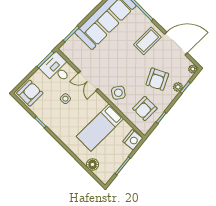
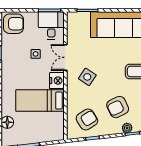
side table: (118, 93) -> (87, 77), moved
armchair: (145, 109) -> (87, 120), turned 148
nightstand: (133, 140) -> (57, 81), moved, turned -83

